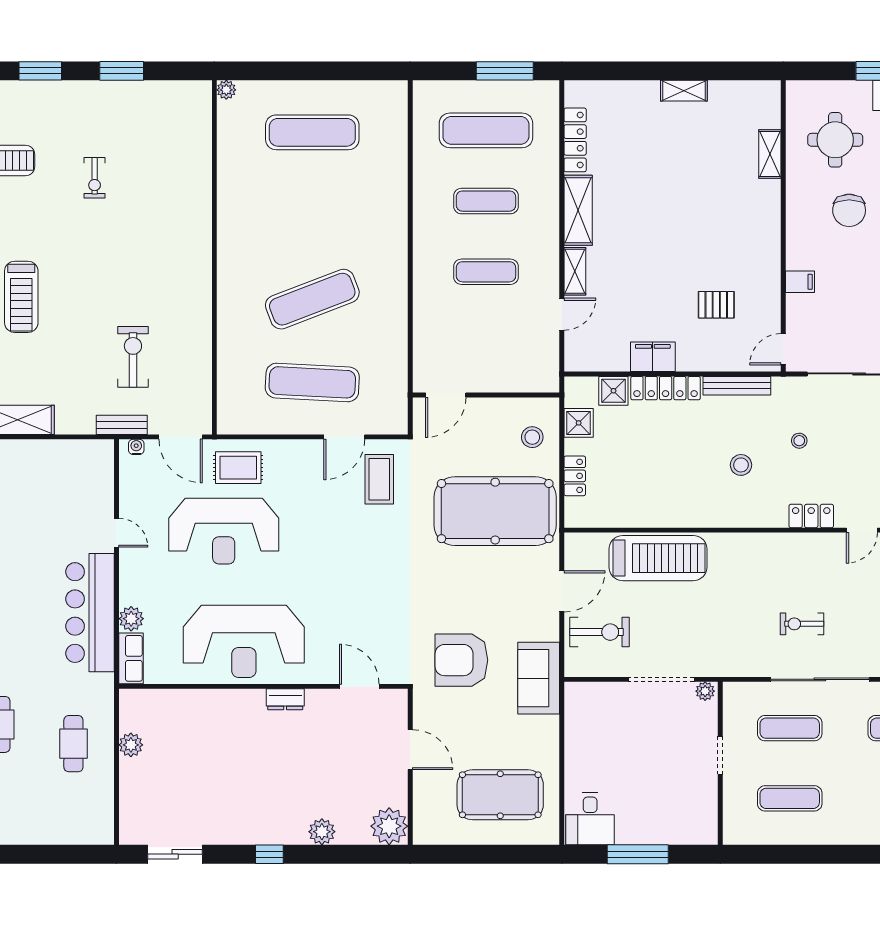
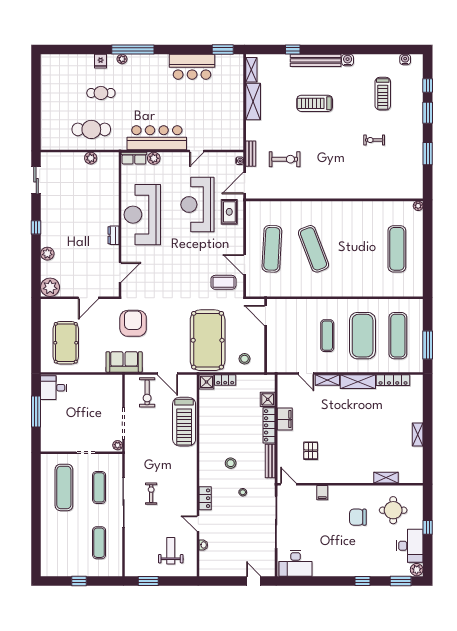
exercise mat: (486, 201) -> (363, 336), width x2.00, depth x1.45
shower: (579, 423) -> (206, 382), moved
cafe table: (73, 744) -> (91, 129), width x1.37, depth x1.35
exercise mat: (790, 798) -> (64, 487), width x1.36, depth x1.45

